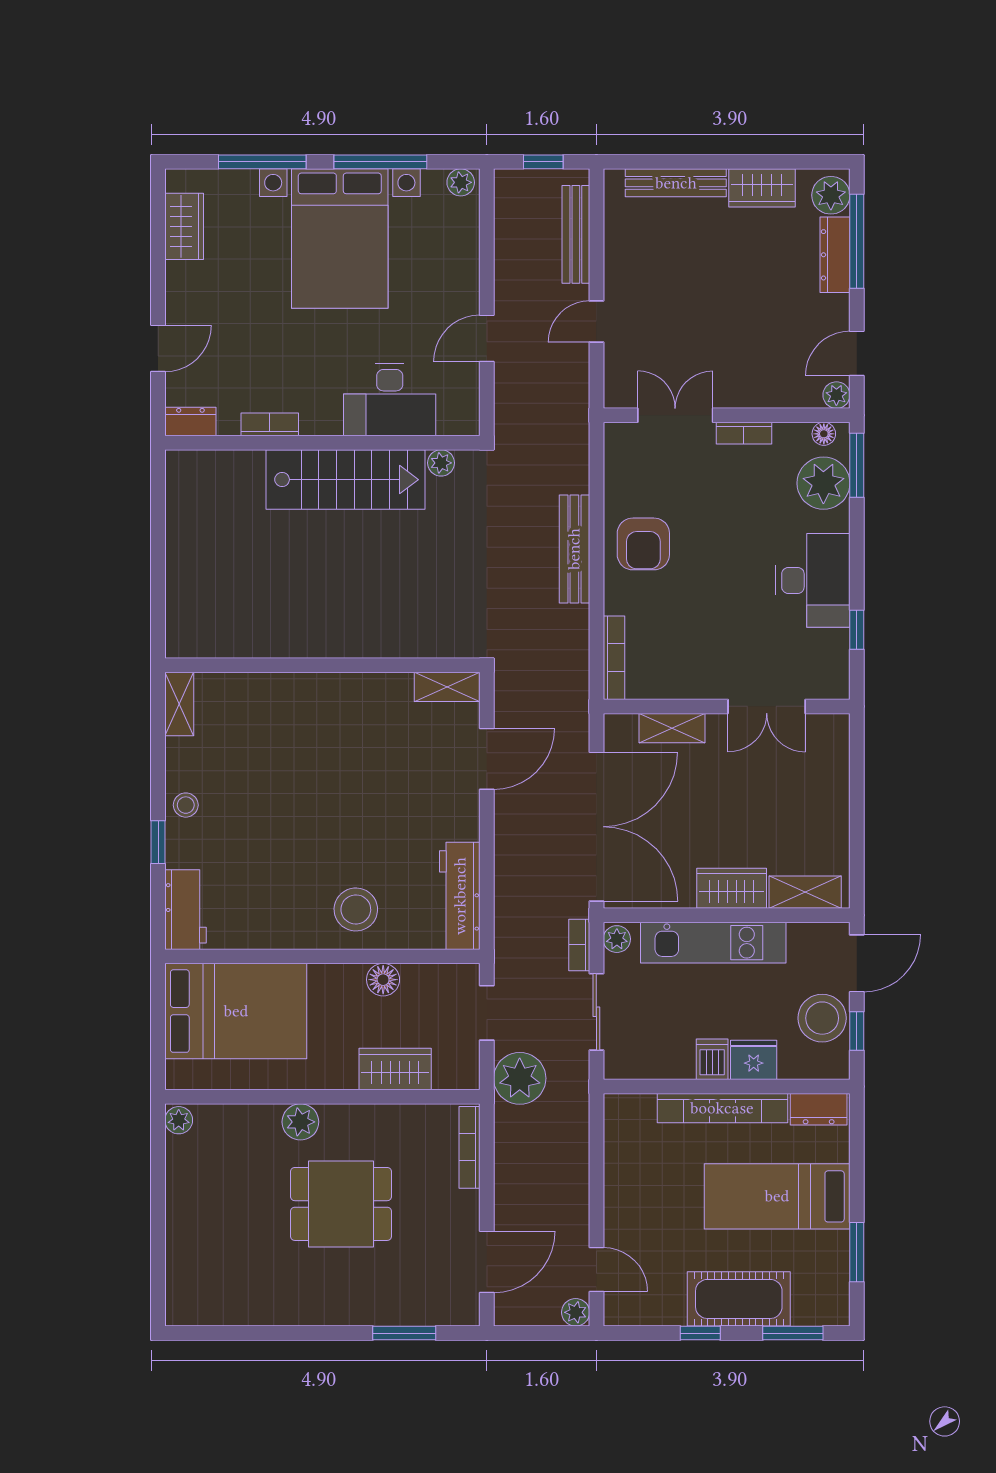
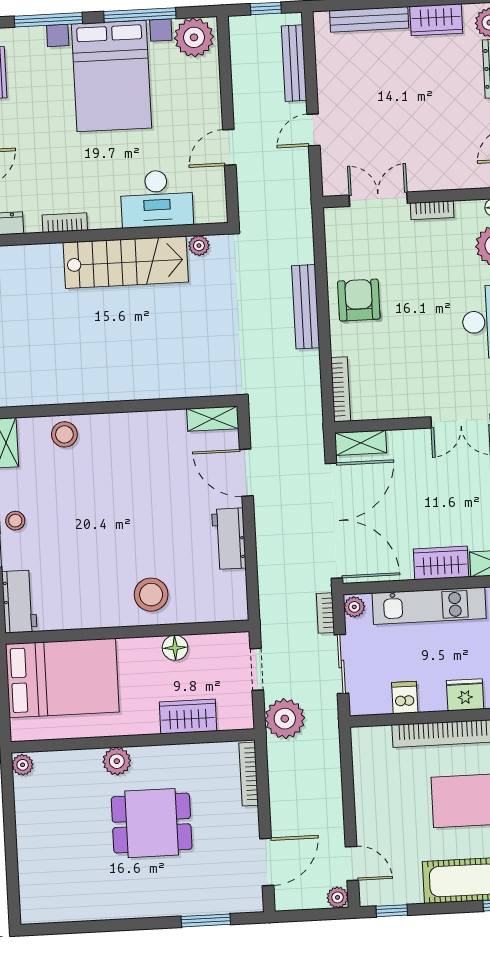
plant: (461, 182) -> (194, 37), width x1.88, depth x1.88
armchair: (643, 544) -> (359, 300), turned 180
stool: (255, 697) -> (64, 434), added
shelving: (672, 728) -> (361, 443), moved
door: (487, 759) -> (246, 473), swing flipped
workbench: (460, 896) -> (229, 539), moved, width x0.73
dishwasher: (712, 1059) -> (405, 698), moved
window: (700, 1333) -> (392, 911), moved

